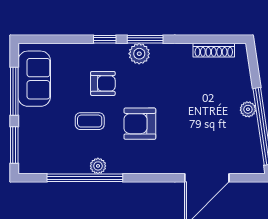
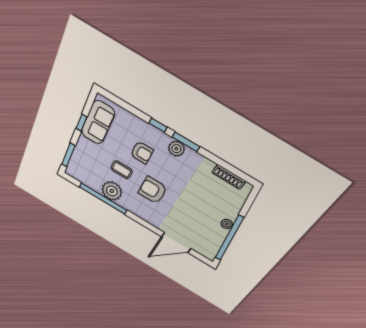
window: (14, 91) -> (82, 123), width x0.46
plant: (98, 166) -> (112, 191), width x1.88, depth x1.88

